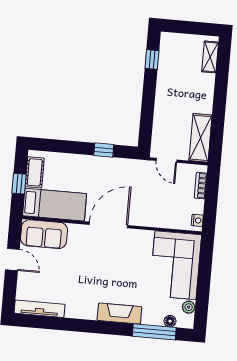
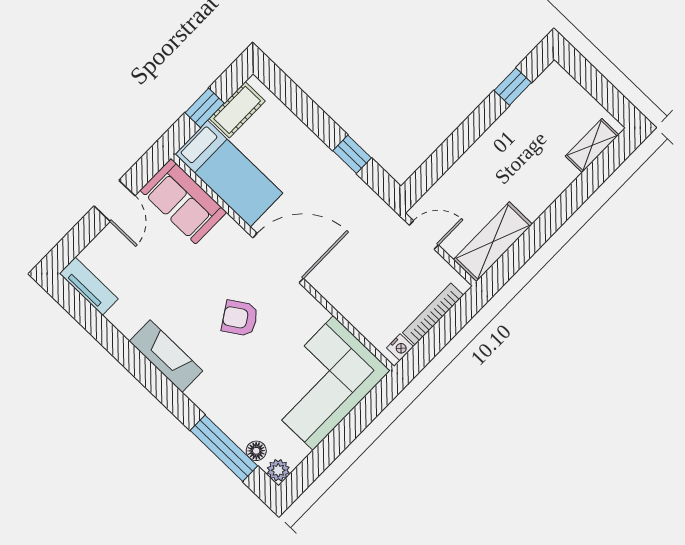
door: (166, 160) -> (424, 235), swing flipped
bookcase: (201, 186) -> (433, 314), width x1.56
armchair: (113, 267) -> (240, 318), added
plant: (189, 307) -> (278, 470), moved
tv unit: (40, 309) -> (89, 286), width x0.71
fireplace: (119, 314) -> (166, 356), moved

